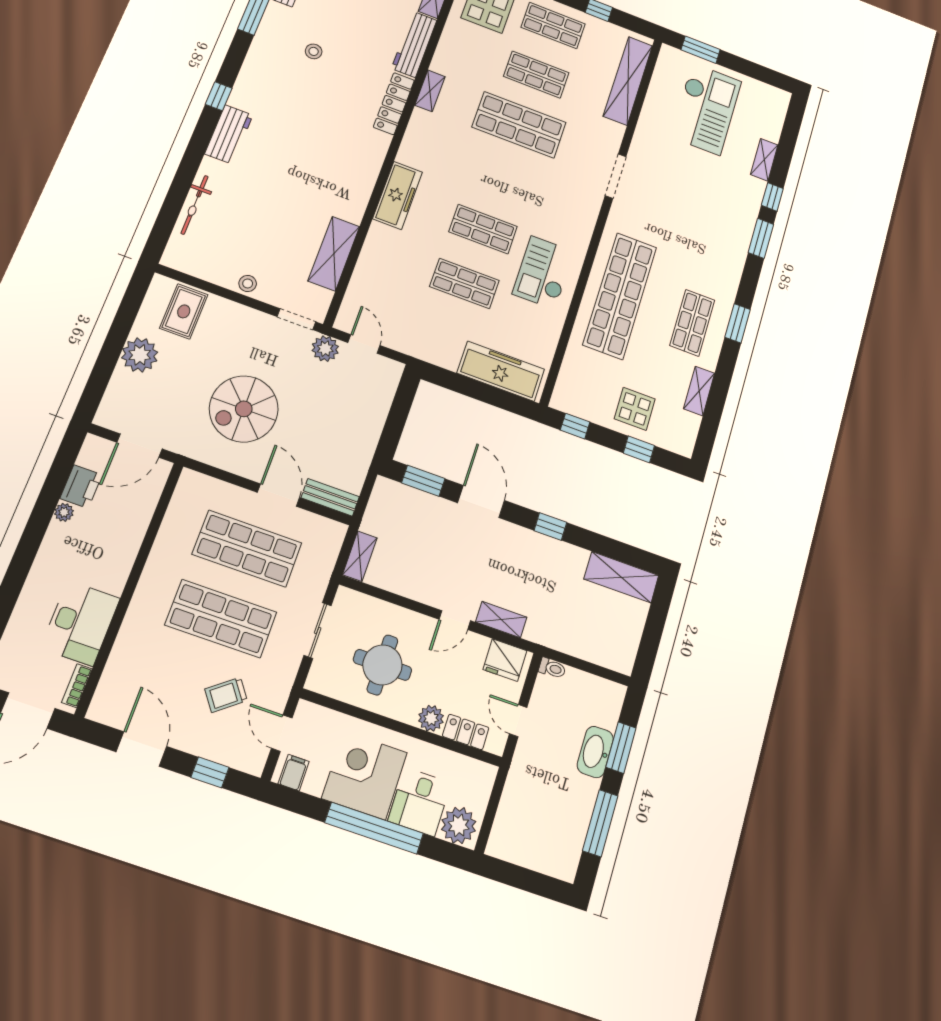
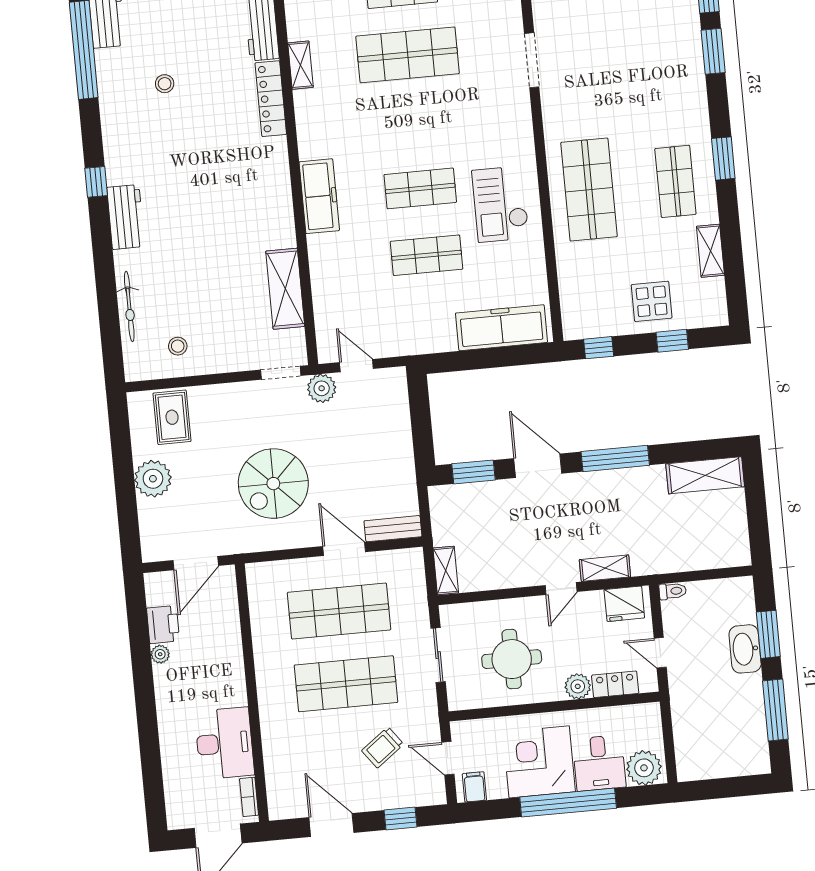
stool: (248, 283) -> (178, 346), moved
shop shelf: (620, 296) -> (589, 190), width x0.71
window: (550, 526) -> (615, 458), width x2.17

